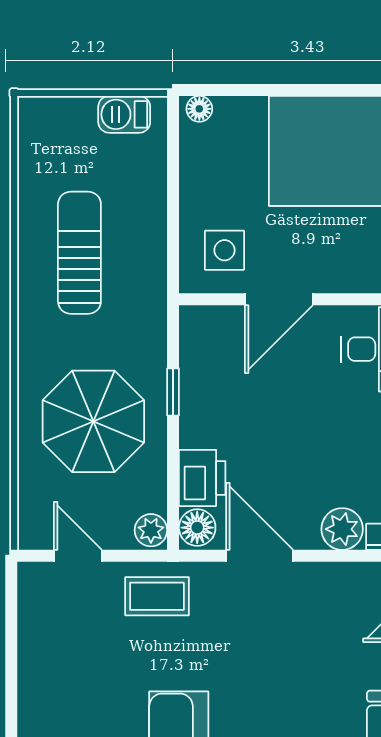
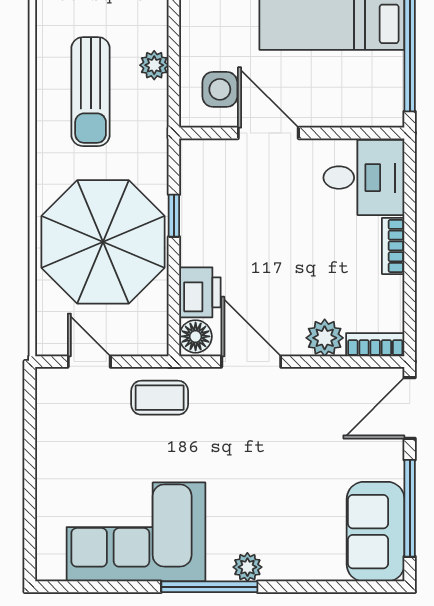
sun lounger: (79, 253) -> (91, 92), turned 180
door: (279, 299) -> (268, 133), swing flipped
parasol: (93, 421) -> (103, 242), width x1.36, depth x1.36
plant: (151, 530) -> (154, 65), moved

